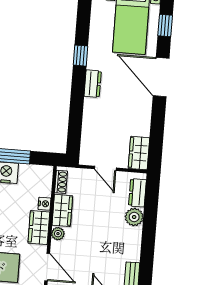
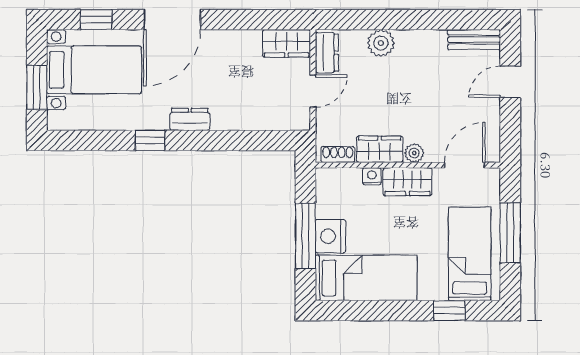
dresser: (137, 193) -> (327, 53), moved, turned -90

